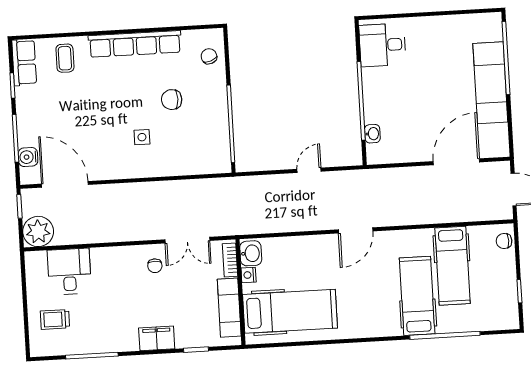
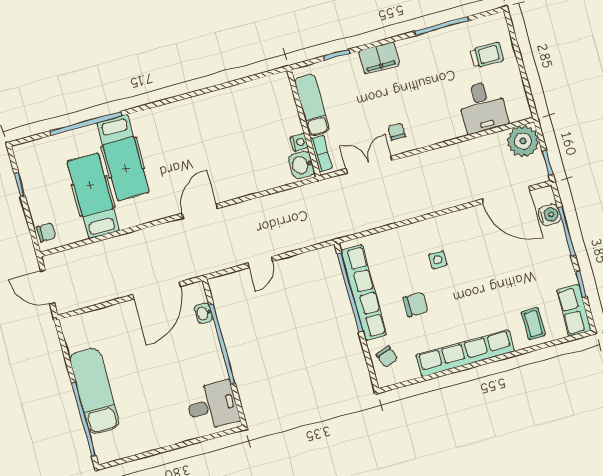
row of seats: (218, 121) -> (364, 293), added
door: (456, 162) -> (156, 291), moved
hospital bed: (290, 311) -> (249, 114), removed

